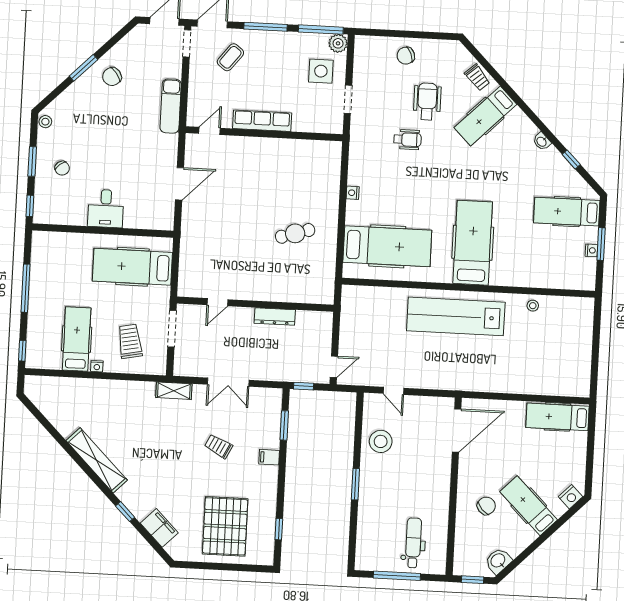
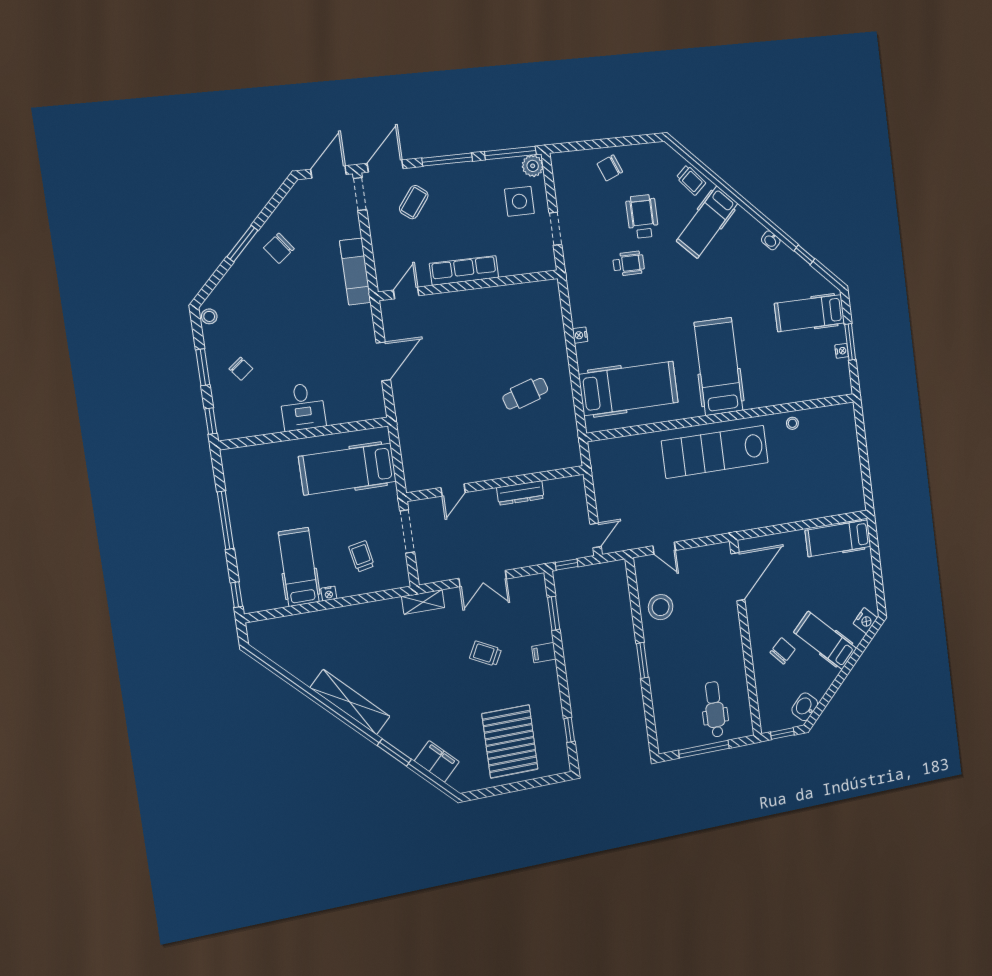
trolley: (130, 341) -> (362, 556), width x0.73, depth x0.72
window: (125, 512) -> (394, 752), width x1.50

